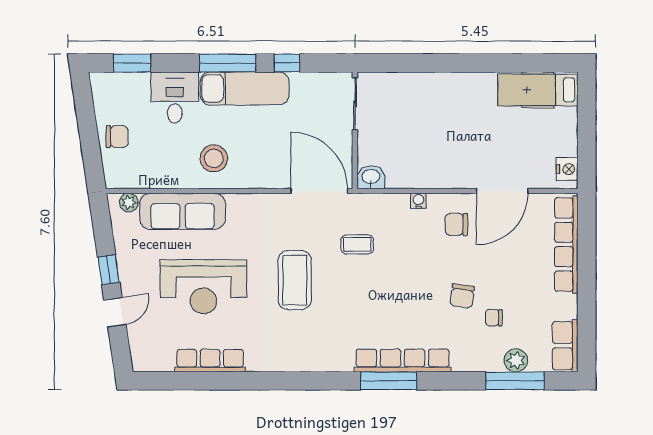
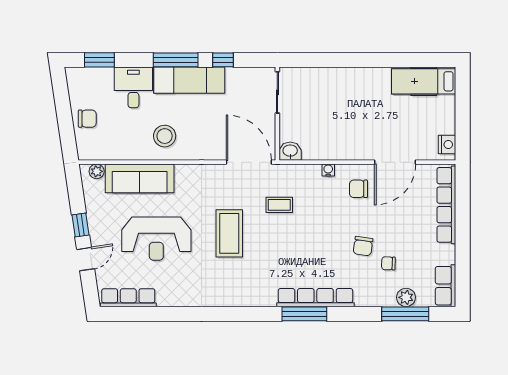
row of seats: (210, 361) -> (128, 298), moved

